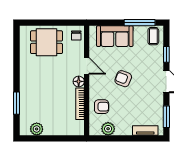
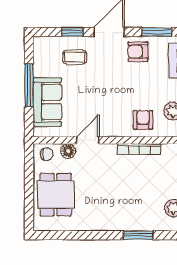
window: (140, 23) -> (29, 85), moved
coffee table: (153, 36) -> (75, 57), moved
armchair: (123, 79) -> (138, 52), moved, turned 69
floor lamp: (79, 81) -> (68, 151), moved

